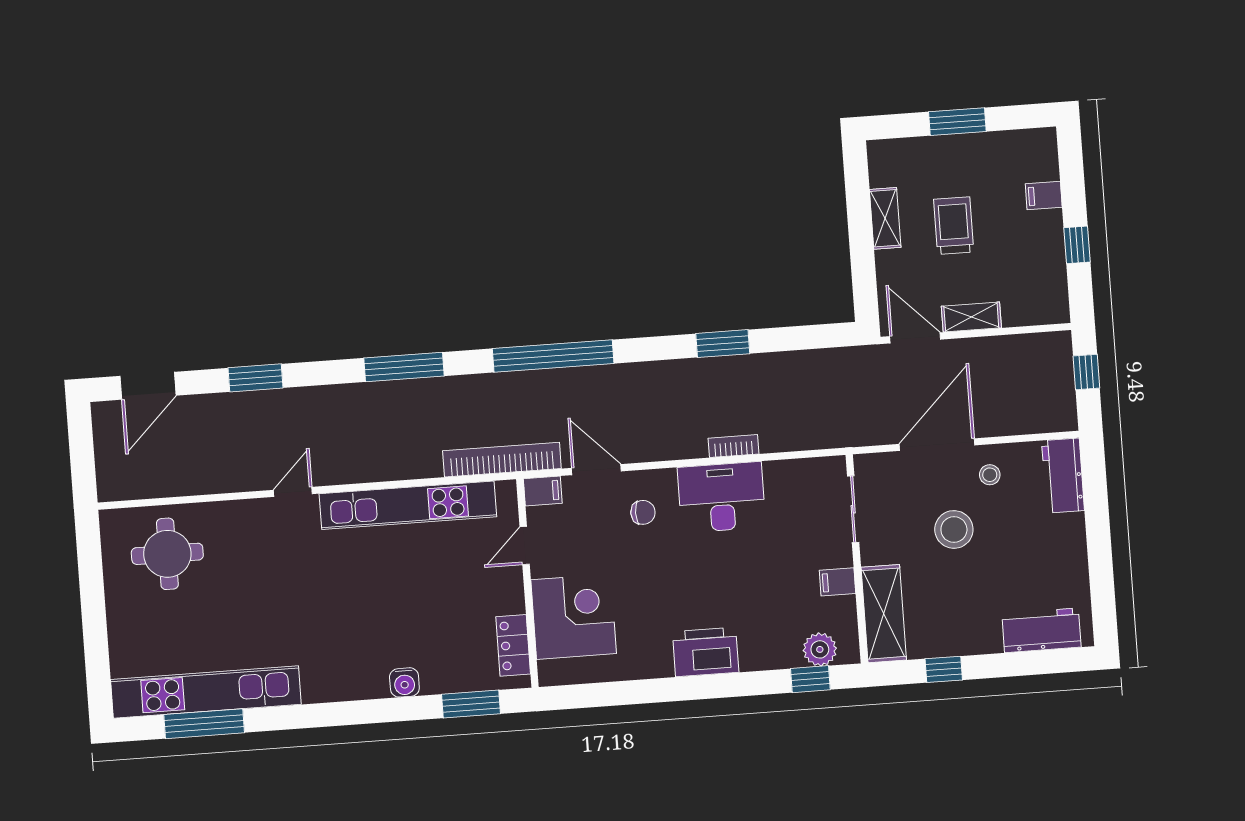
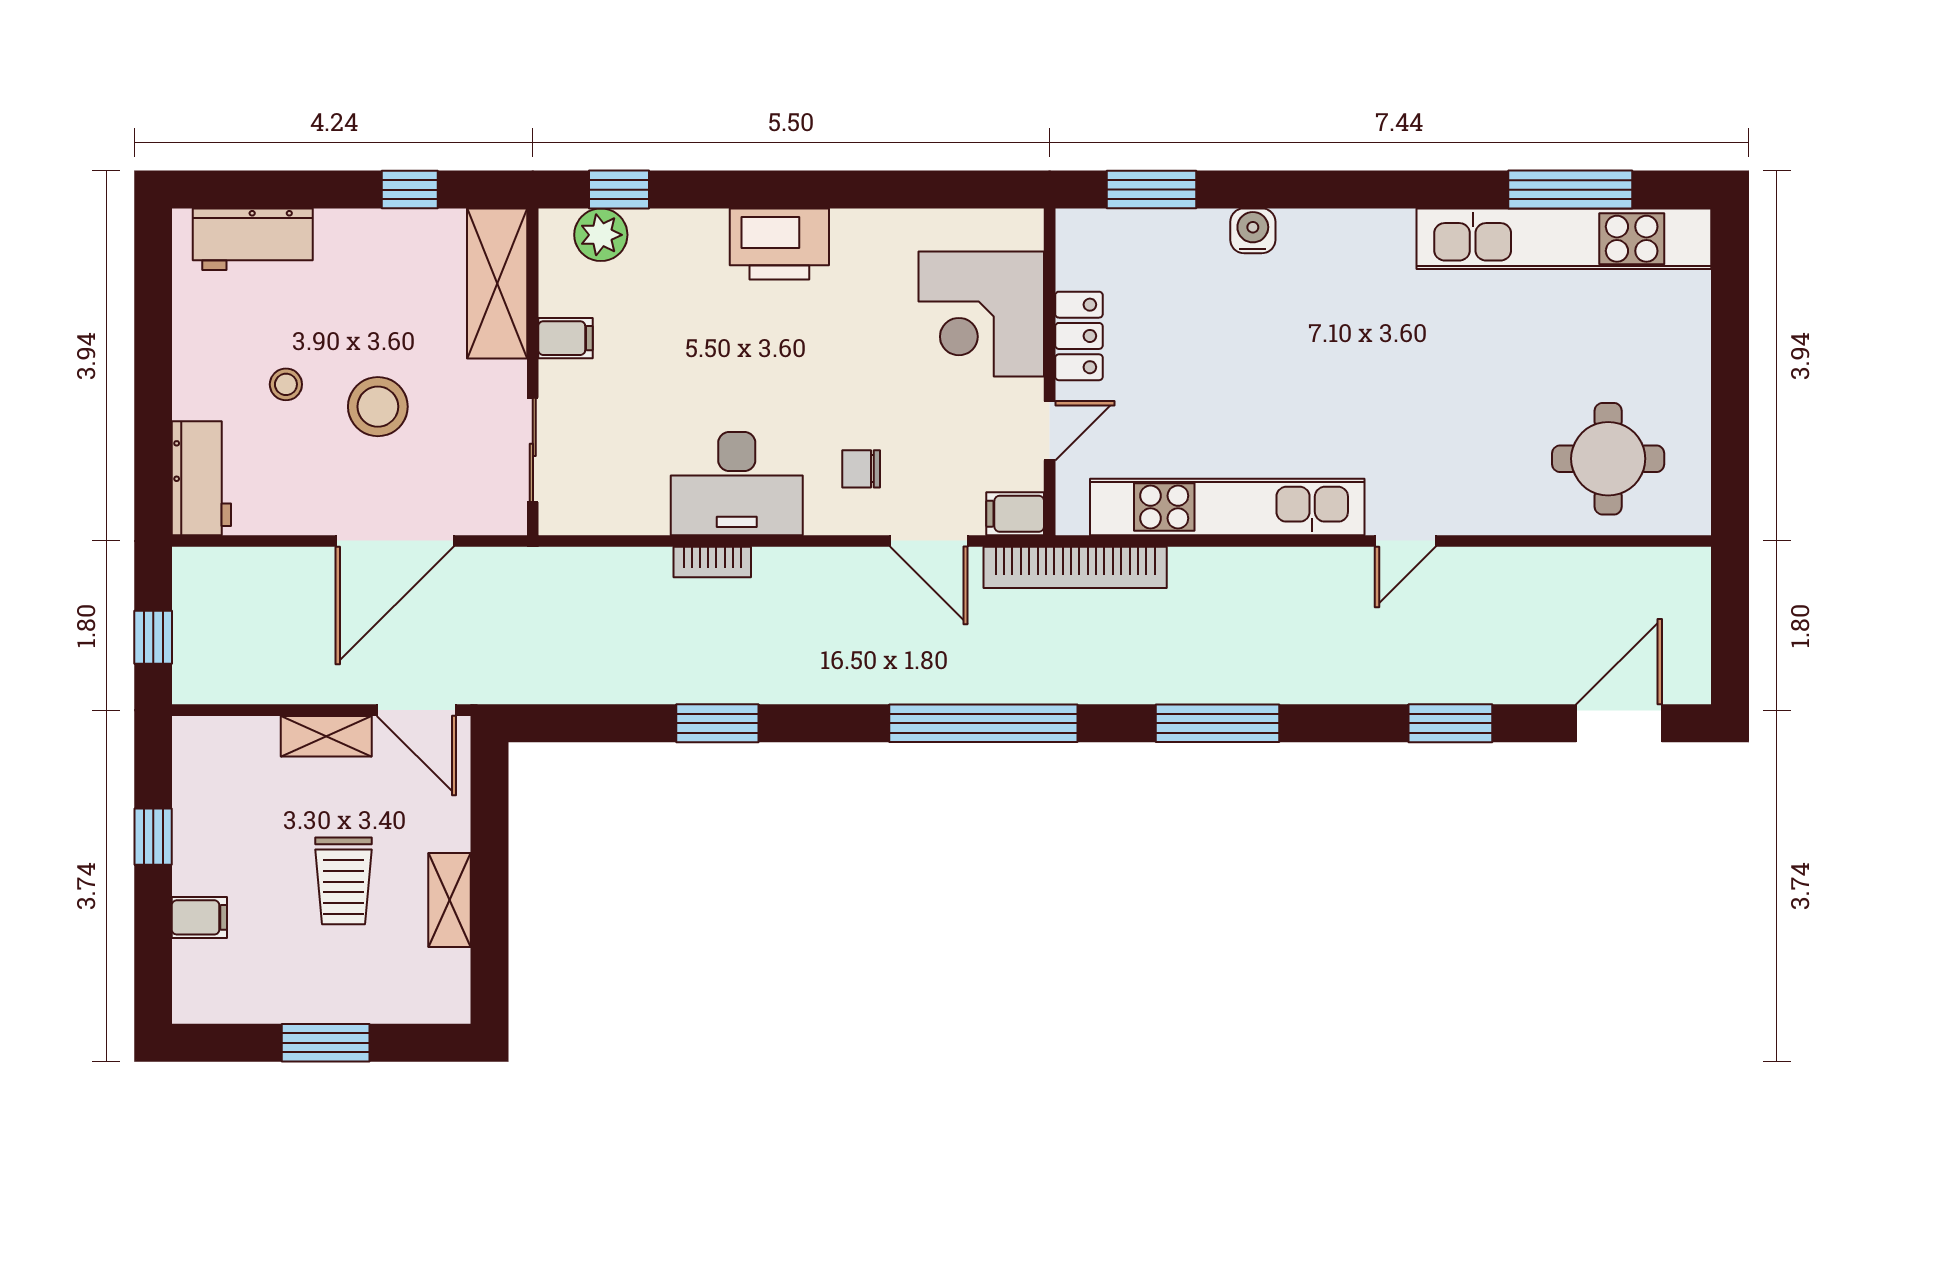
stool: (990, 475) -> (286, 384), moved
locker: (513, 645) -> (1079, 336), moved

